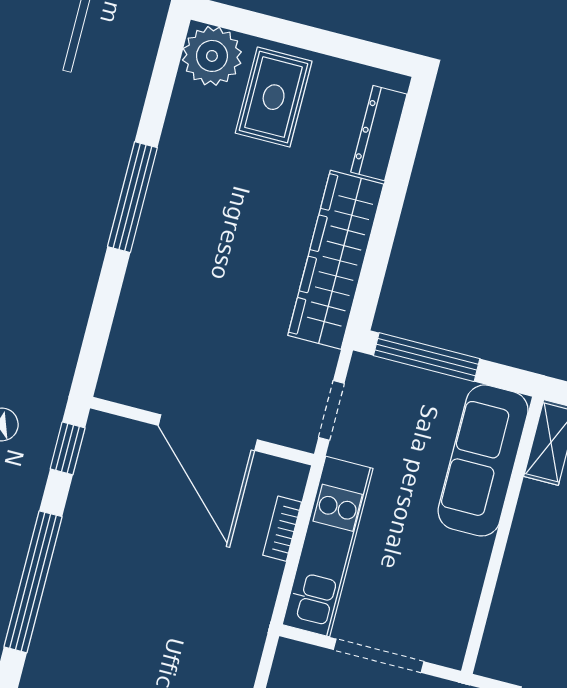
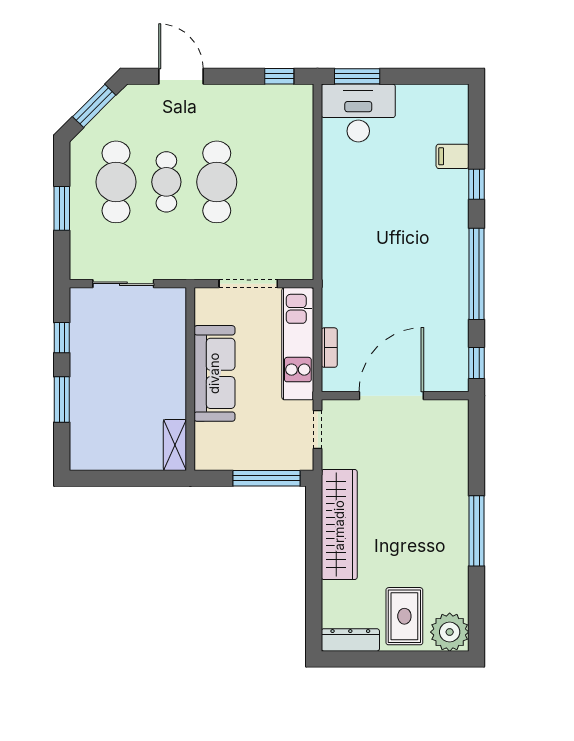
dresser: (379, 133) -> (350, 640), moved, turned -90
door: (208, 433) -> (391, 396), hinge flipped
sofa: (483, 460) -> (214, 373), moved

